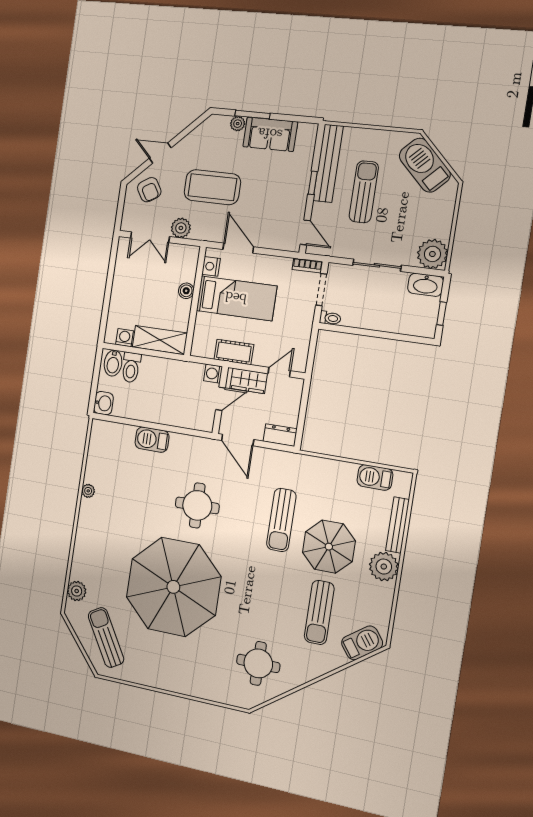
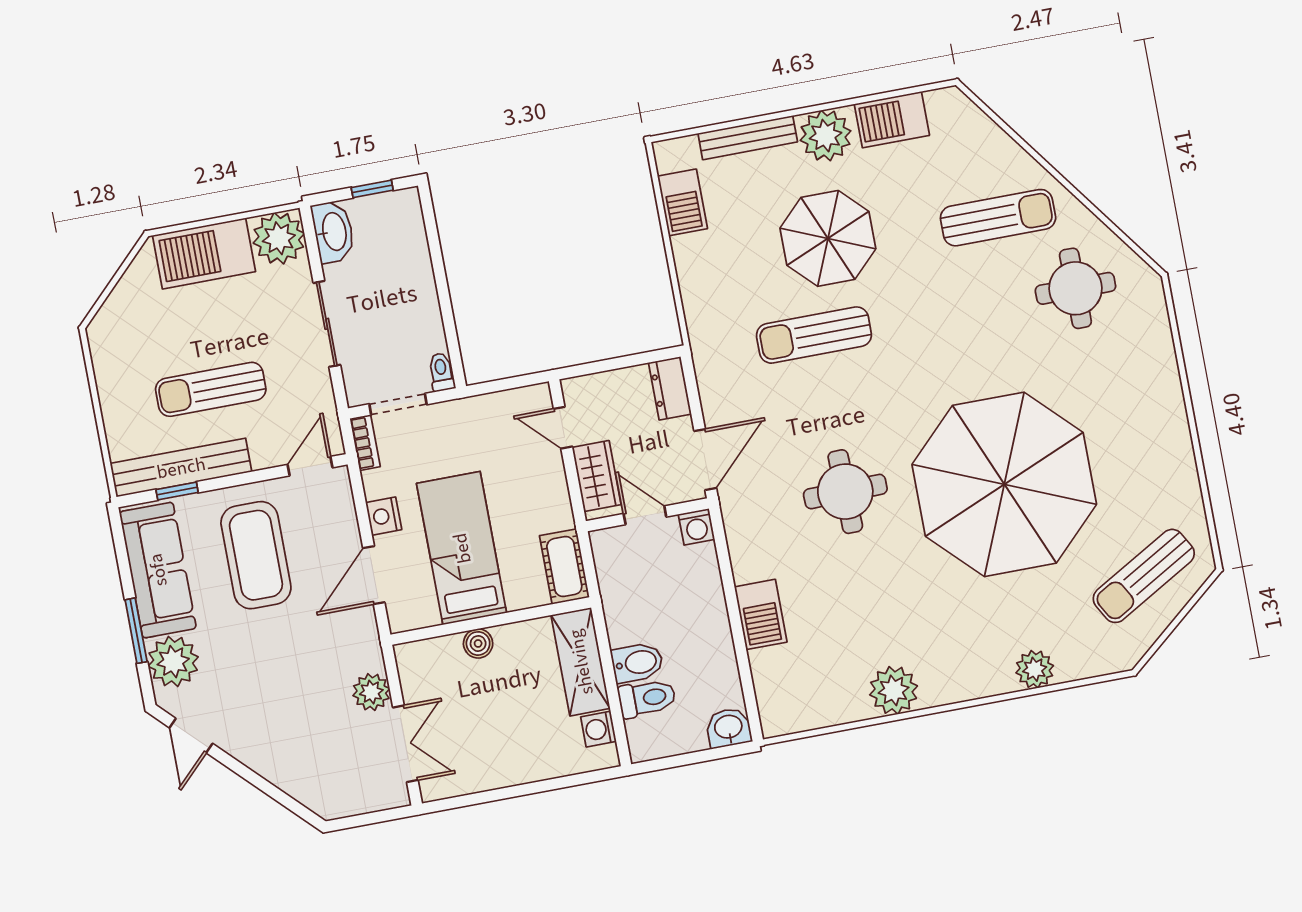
plant: (238, 124) -> (173, 662), width x1.87, depth x1.87
sofa: (270, 134) -> (158, 570), width x1.36
door: (160, 153) -> (191, 736), moved
barbecue: (425, 165) -> (204, 253), moved, turned 45
window: (313, 183) -> (177, 491), moved
coffee table: (212, 187) -> (256, 555), moved
armchair: (149, 190) -> (322, 775), removed
nightstand: (211, 266) -> (384, 516), moved, turned 90
cot: (234, 352) -> (564, 567), moved
bidet: (113, 363) -> (637, 663), moved
washing machine: (213, 374) -> (697, 527), moved
plant: (88, 491) -> (894, 690), width x1.87, depth x1.87
sun lounger: (281, 520) -> (814, 335), turned 180
plant: (77, 591) -> (1035, 669), moved
sun lounger: (319, 612) -> (998, 218), moved
barbecue: (362, 643) -> (892, 120), moved, turned -53

